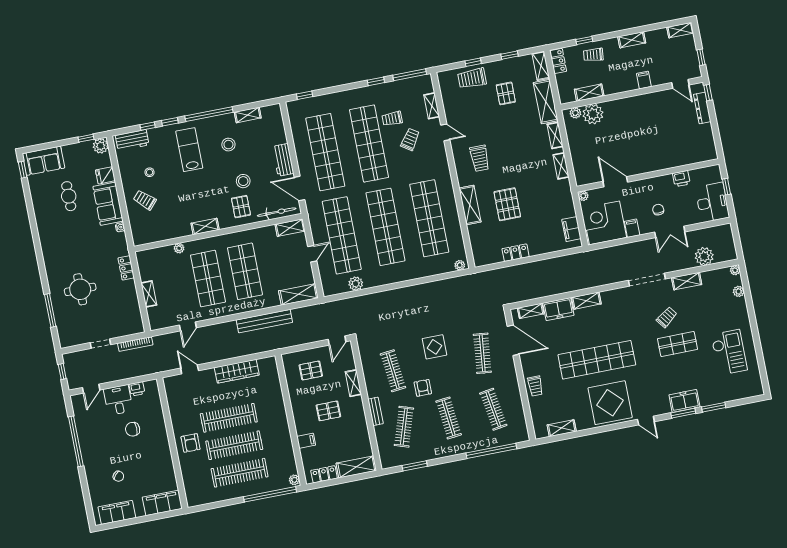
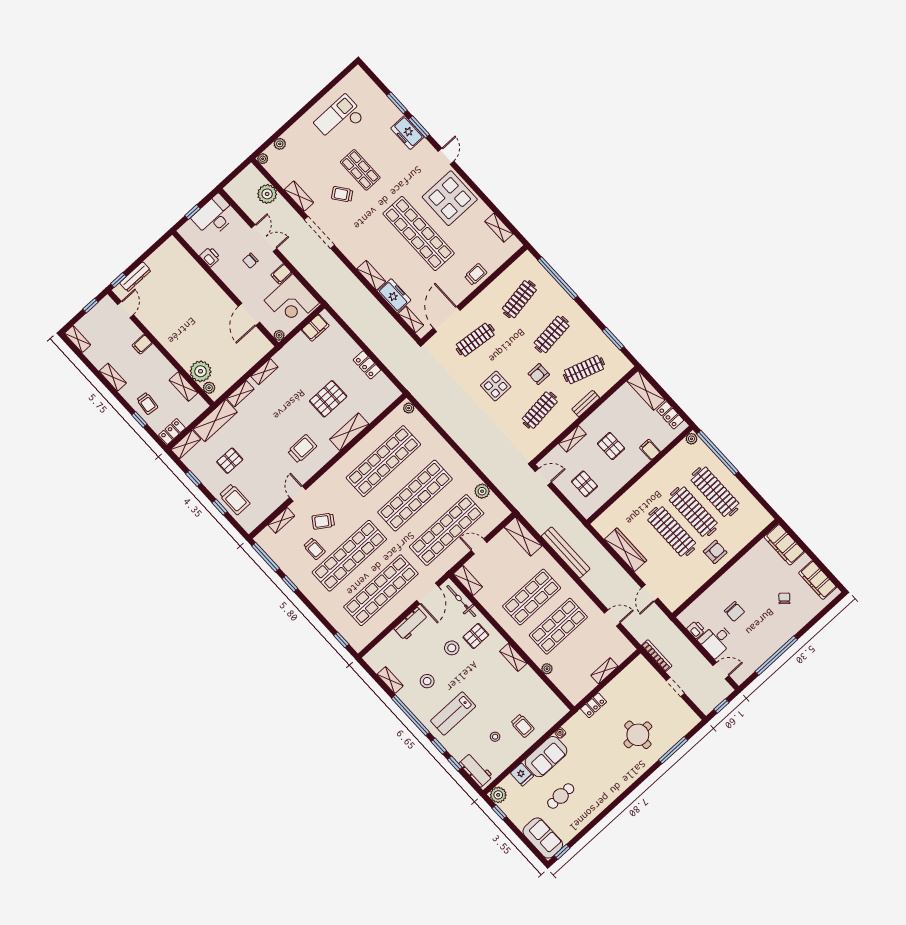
trolley: (145, 200) -> (523, 726), turned -42

